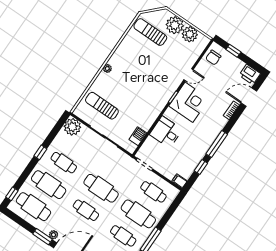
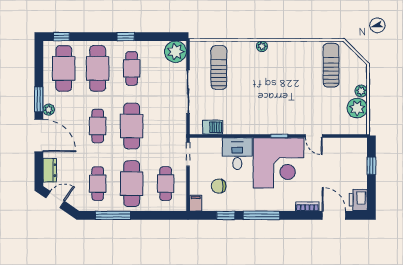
plant: (175, 25) -> (361, 91), width x0.53, depth x0.53
chair: (213, 58) -> (219, 186), moved
corner desk: (189, 102) -> (279, 163), width x1.36, depth x1.36

